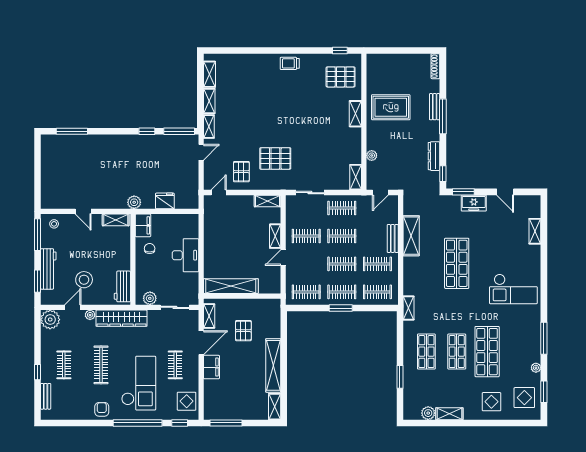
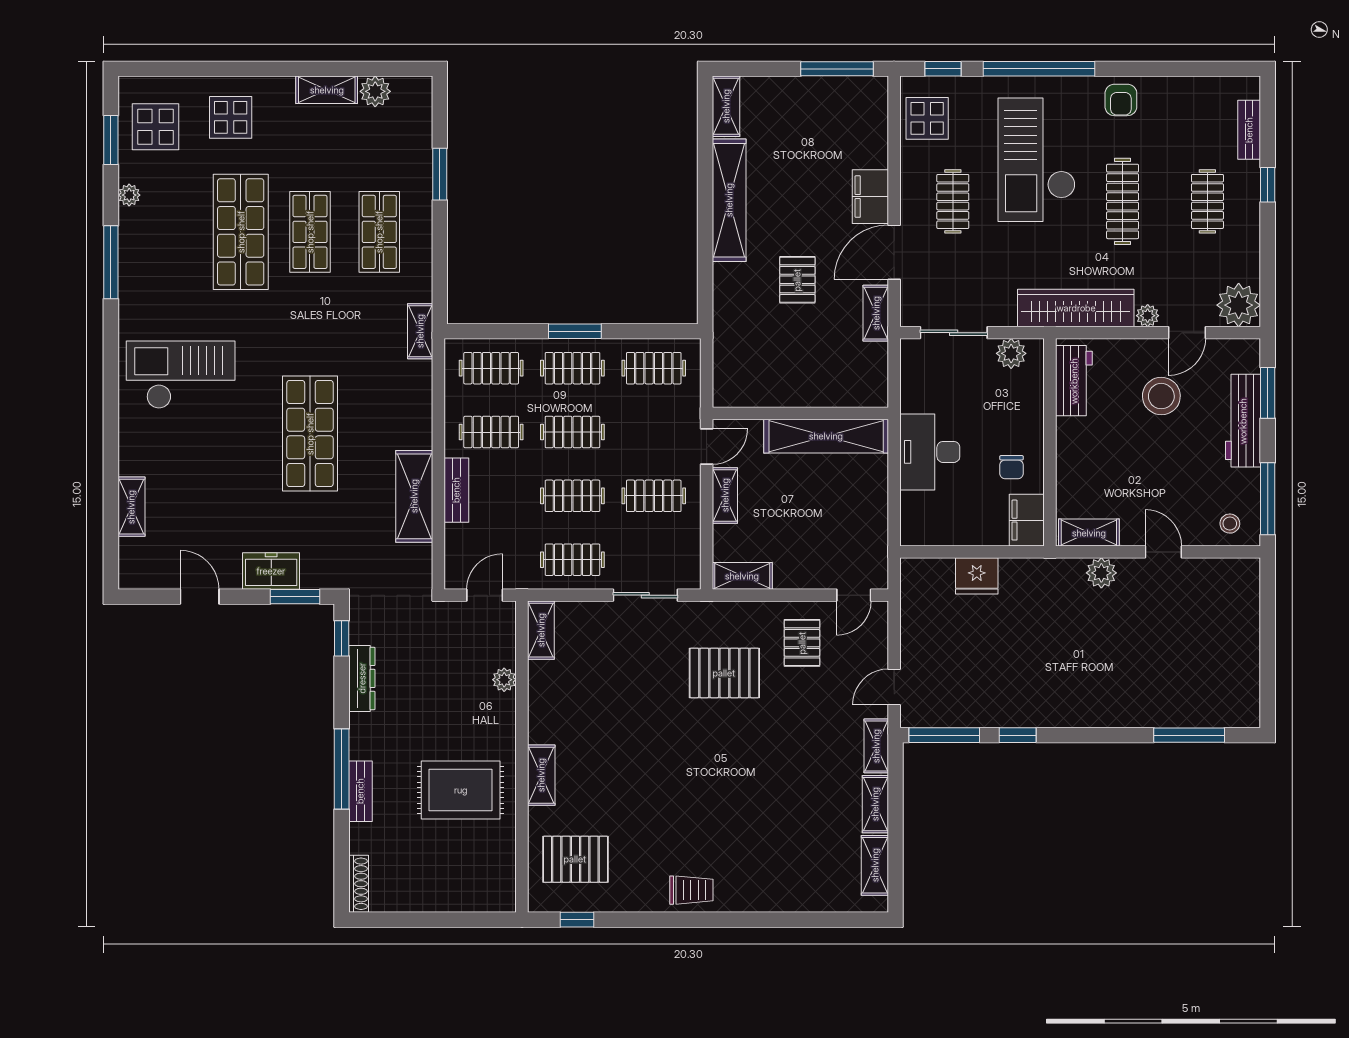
plant: (134, 202) -> (1101, 573), moved
shelving: (231, 286) -> (826, 436), moved
wall: (242, 296) -> (800, 413), moved

